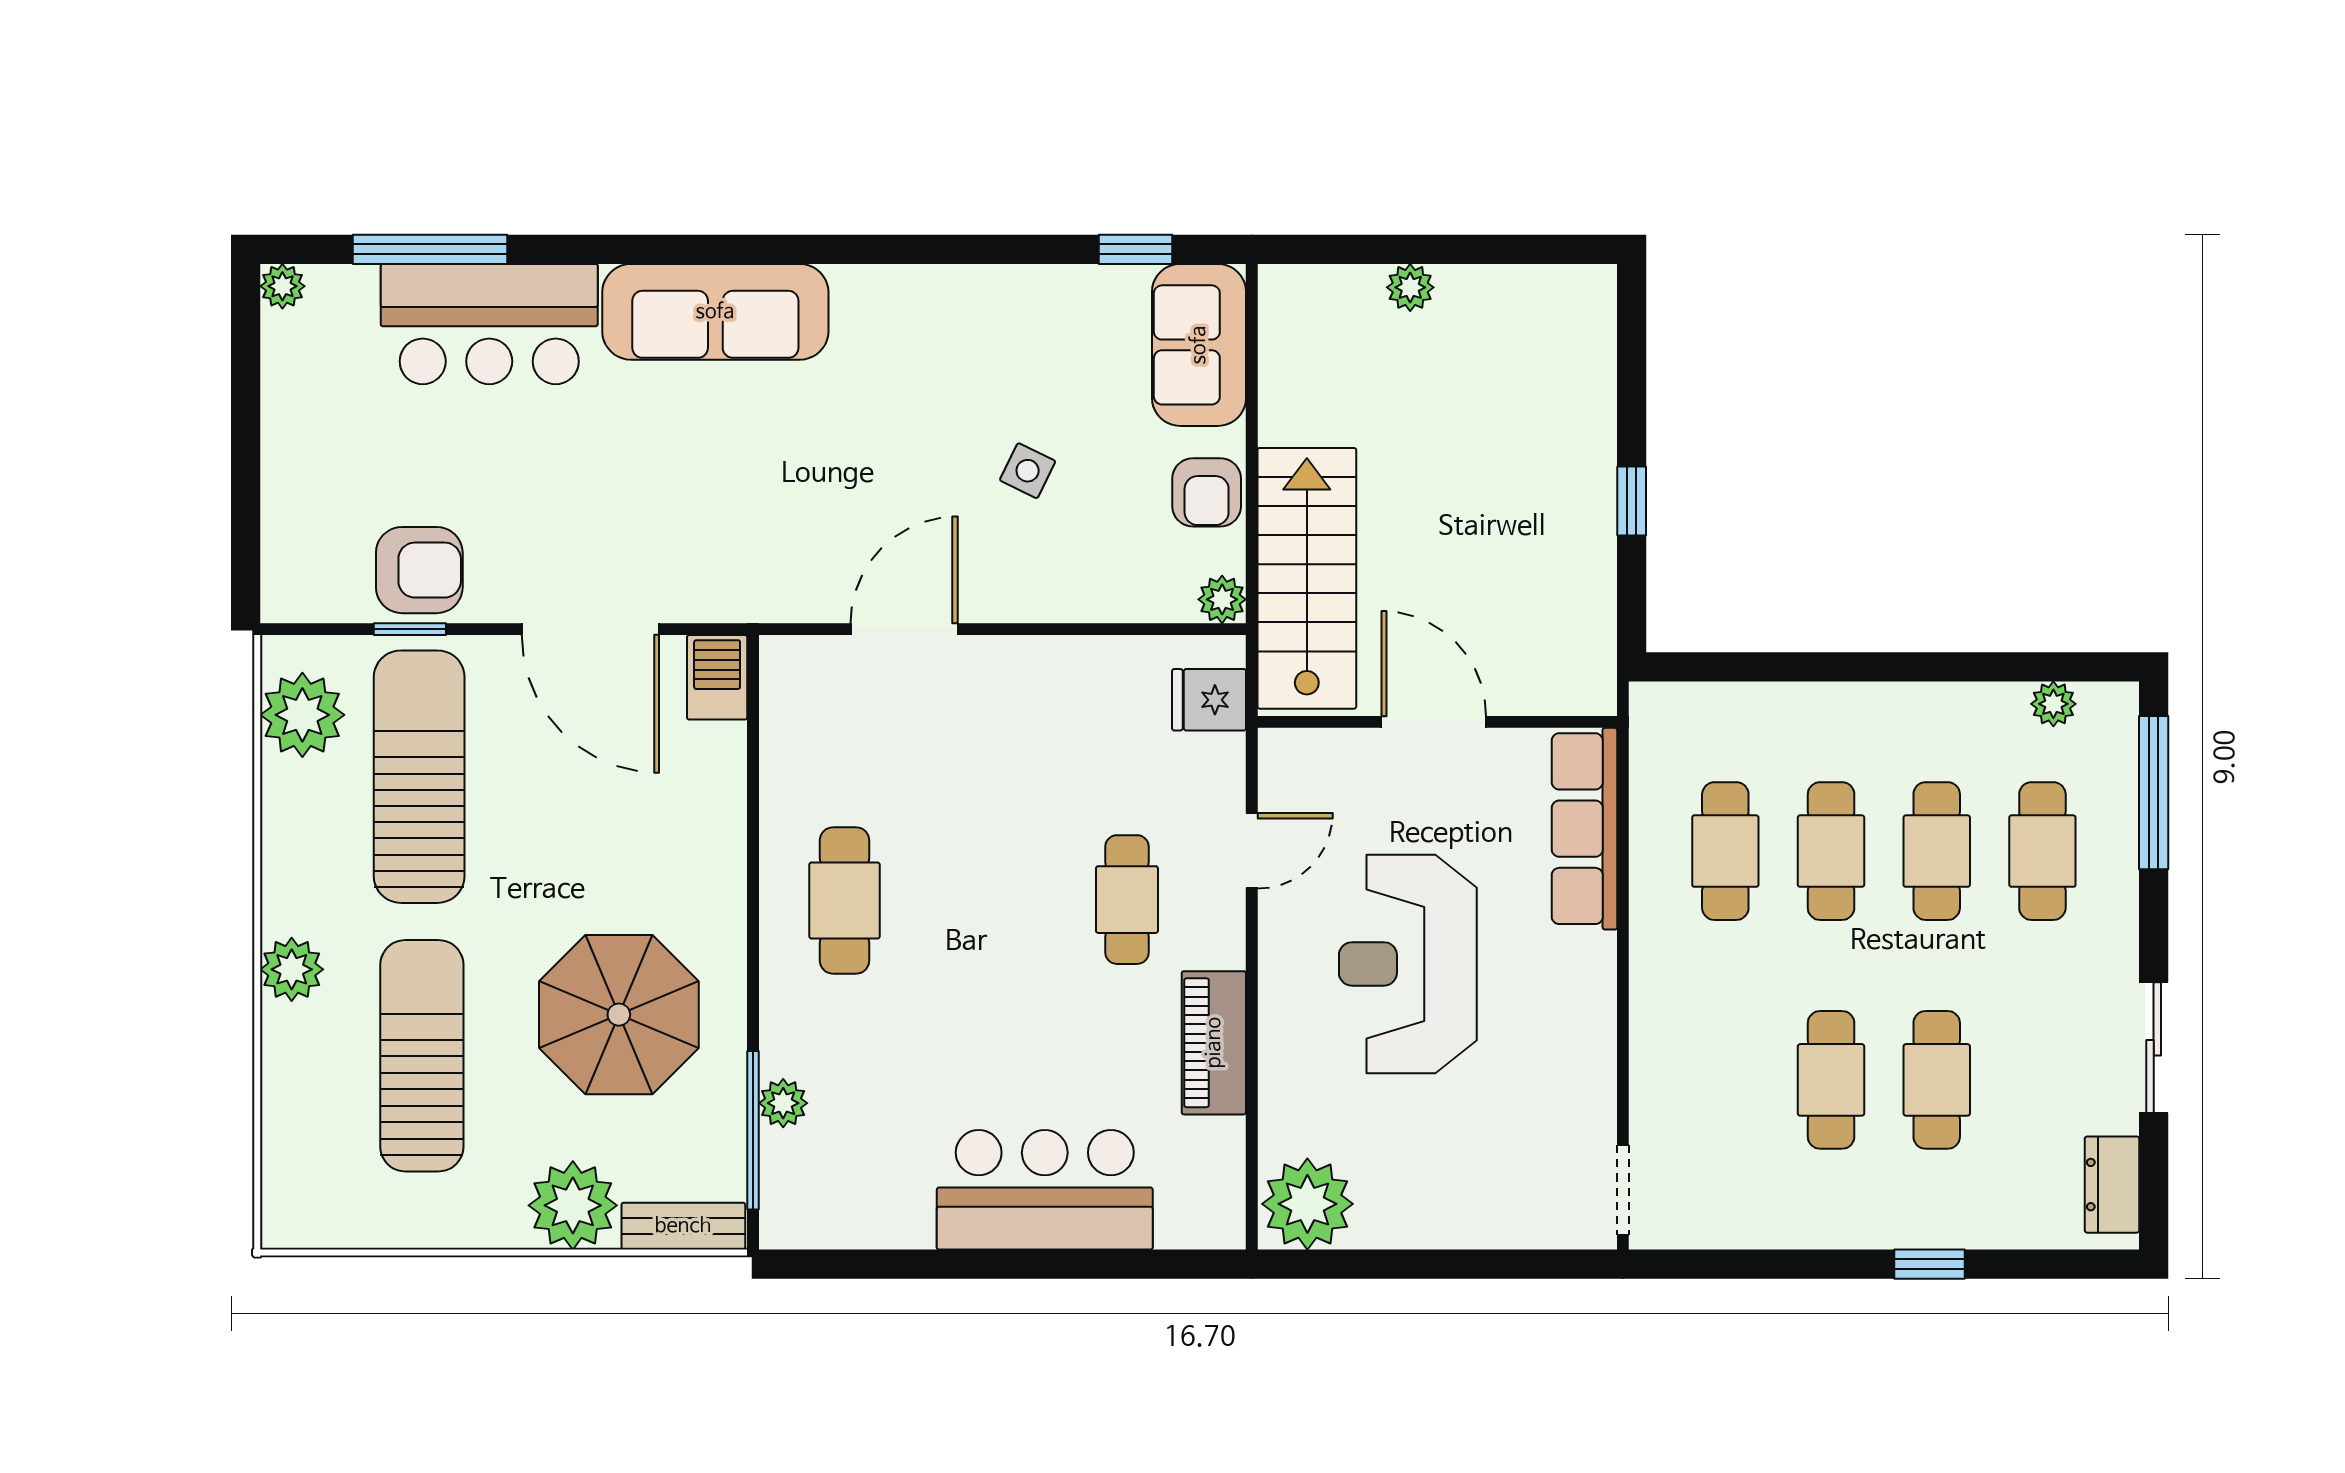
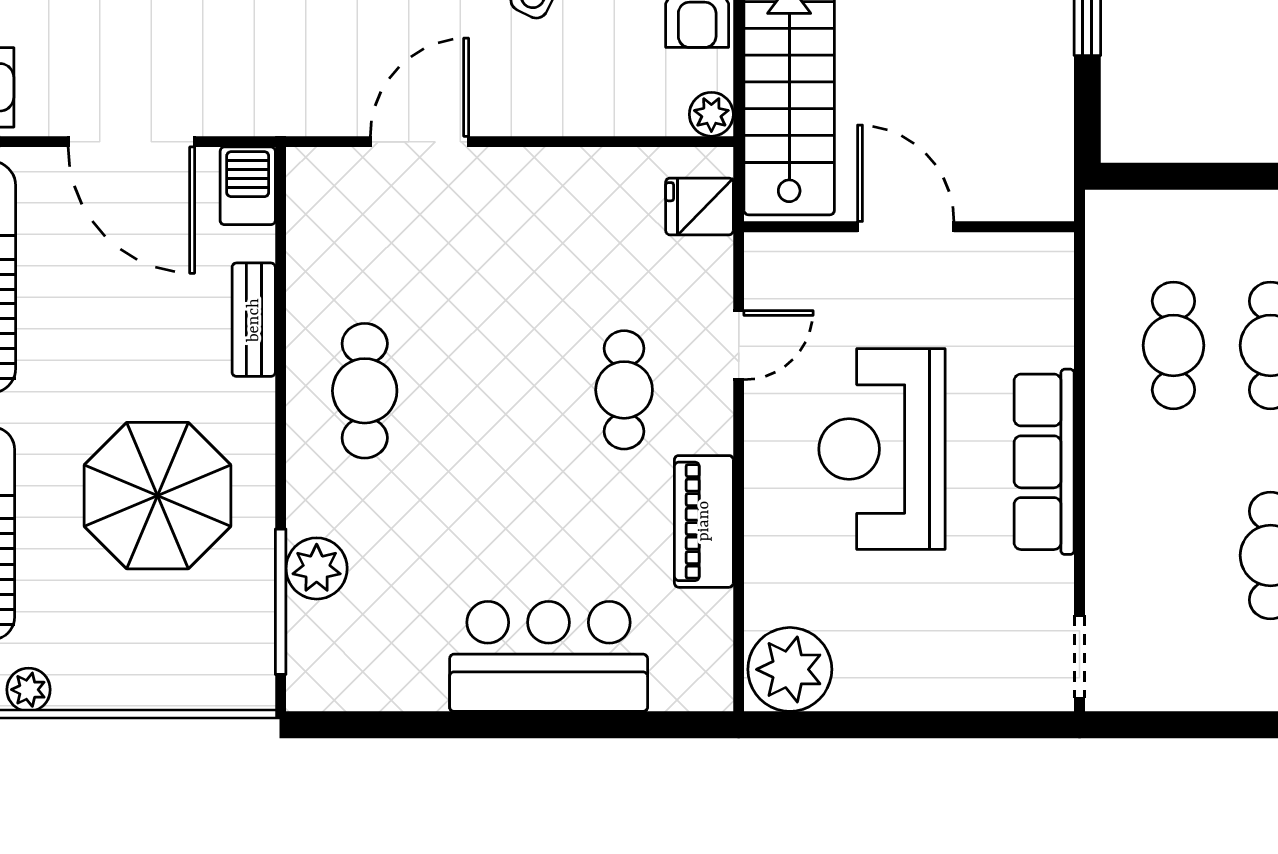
row of seats: (1584, 829) -> (1044, 462), moved
plant: (783, 1103) -> (317, 568), width x1.38, depth x1.38
plant: (573, 1205) -> (29, 690), moved, width x0.53, depth x0.53
bench: (683, 1226) -> (254, 320), moved, turned 90

